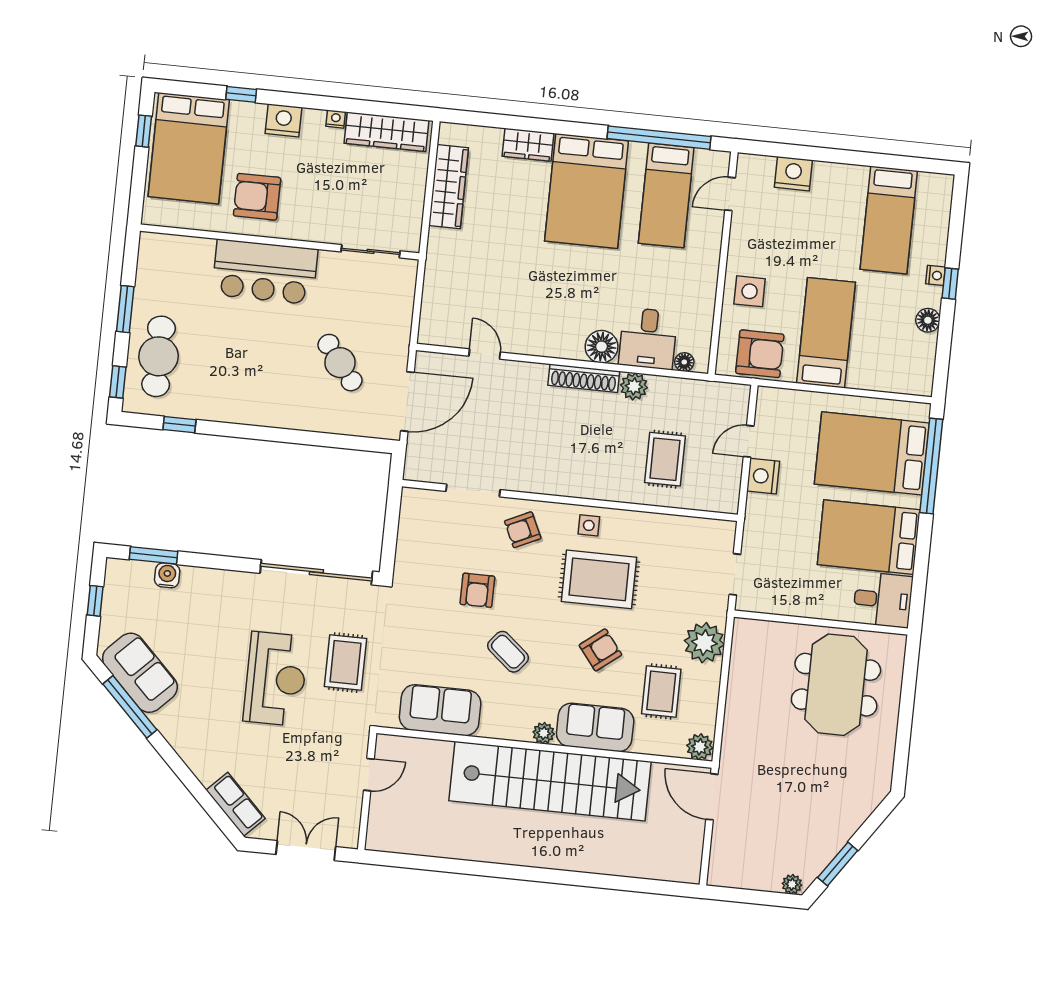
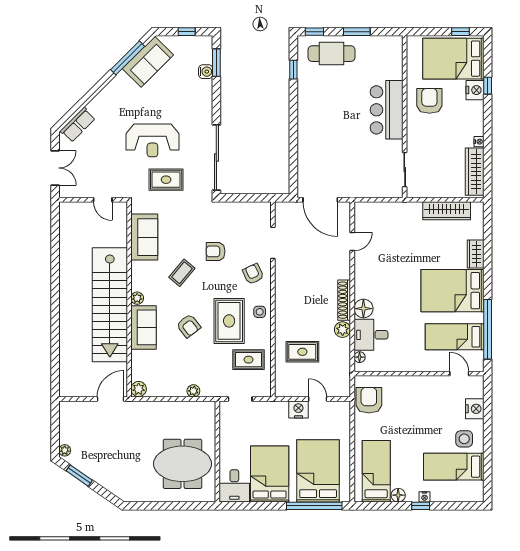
nightstand: (284, 120) -> (475, 90), moved
side table: (750, 291) -> (464, 439), moved
bed: (826, 333) -> (376, 471), moved, turned -90
armchair: (760, 354) -> (369, 400), turned 180
cafe table: (340, 363) -> (339, 159), removed
plant: (704, 643) -> (193, 391), width x0.53, depth x0.53
rug: (661, 692) -> (249, 360), moved

